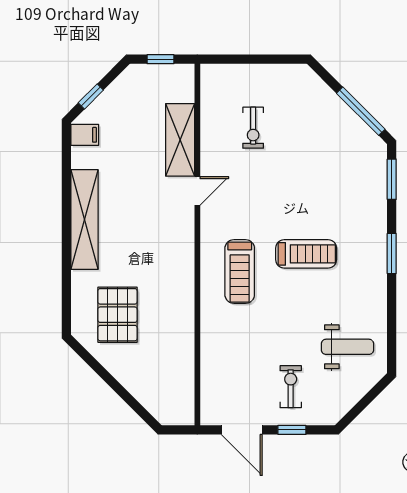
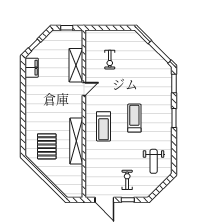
filing cabinet: (85, 135) -> (32, 68), width x2.00
shelving: (84, 220) -> (76, 141), moved
treadmill: (306, 254) -> (134, 118), turned -90
weight bench: (347, 347) -> (154, 161), turned 90

